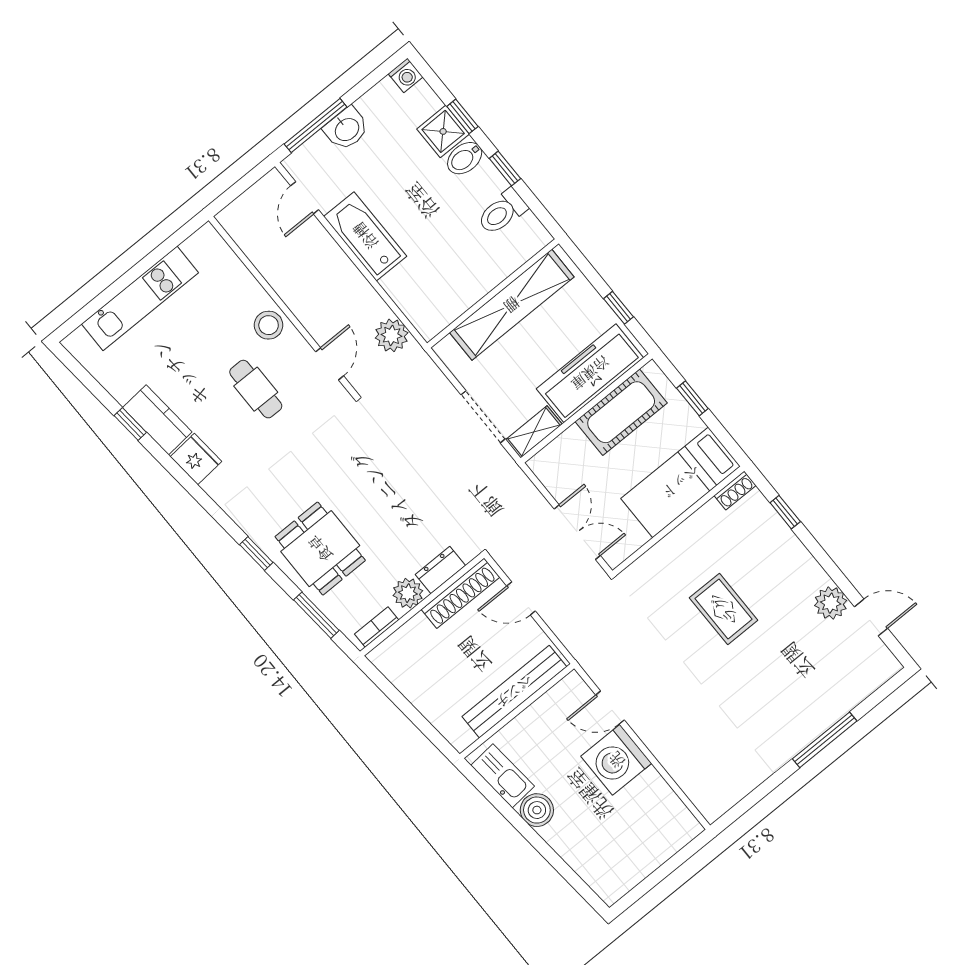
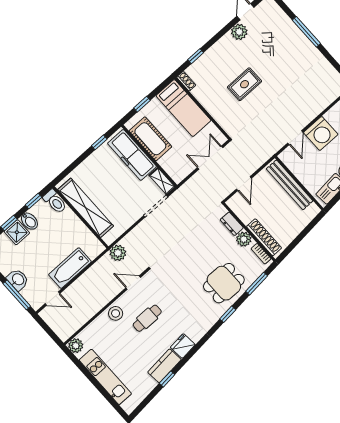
plant: (207, 241) -> (76, 346), added
wall: (493, 293) -> (80, 217), moved
shelving: (512, 305) -> (86, 208), moved
shoe rack: (460, 593) -> (264, 237), moved

